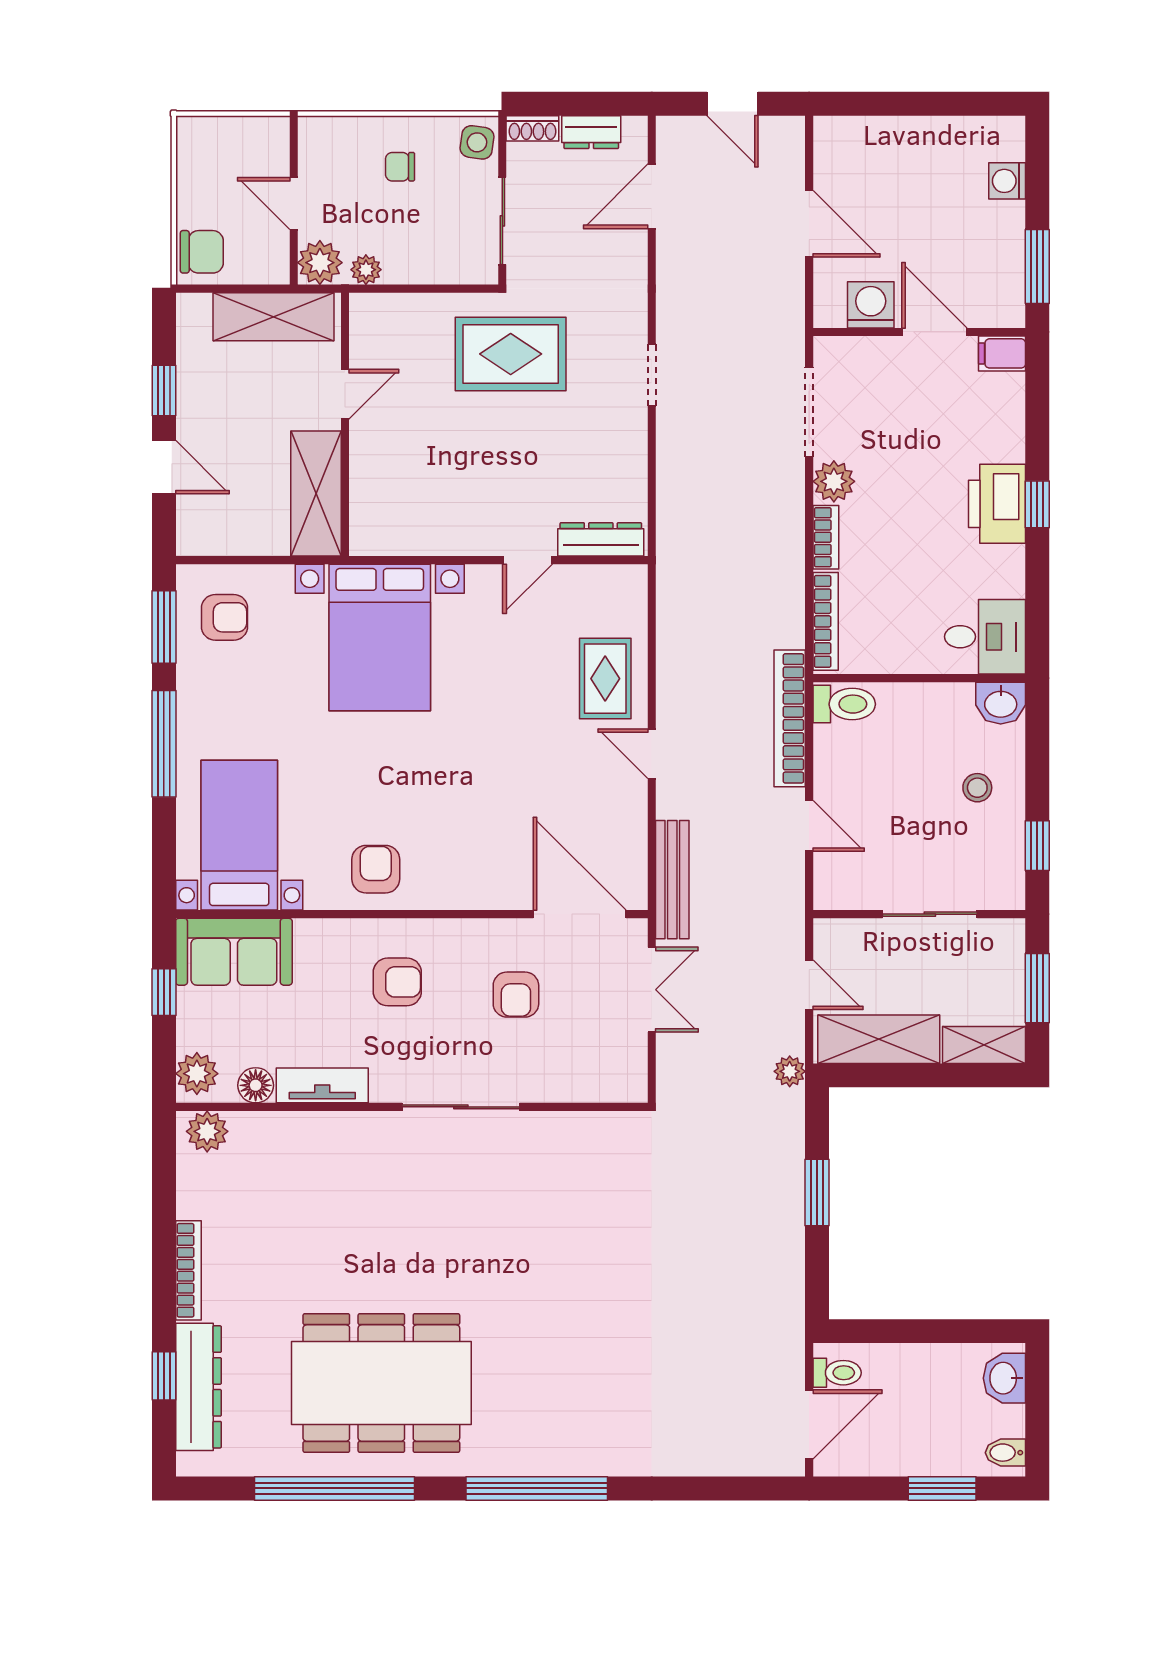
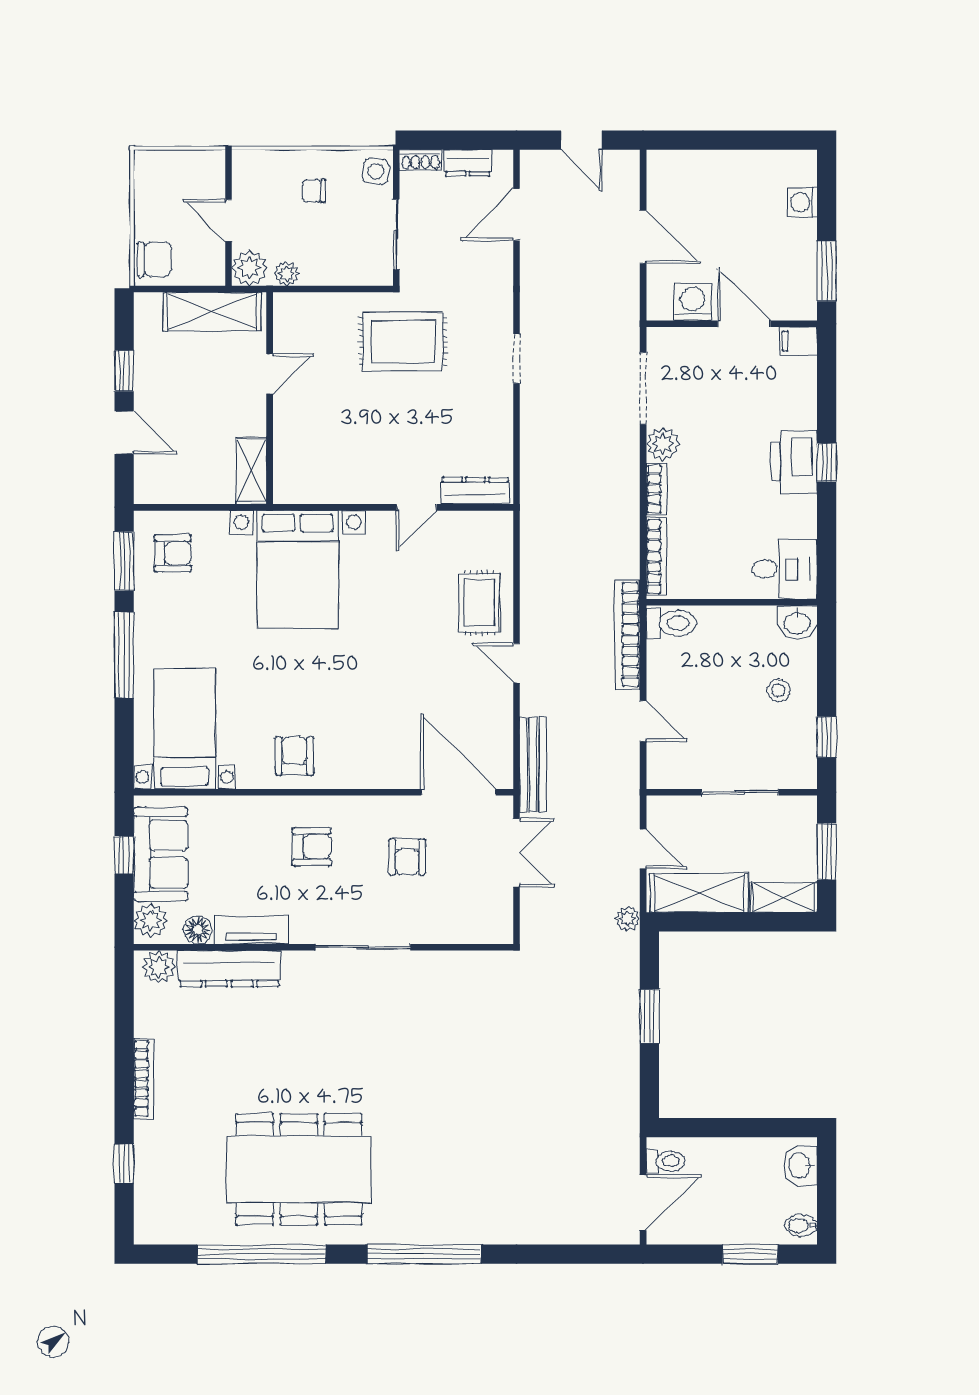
shelving: (316, 494) -> (251, 471), width x0.67, depth x0.75
sofa: (234, 952) -> (161, 854), moved, turned -90
dresser: (199, 1387) -> (229, 969), moved, turned 90

